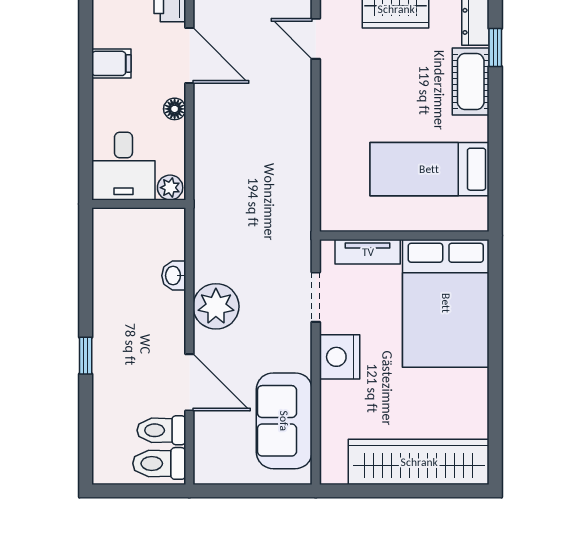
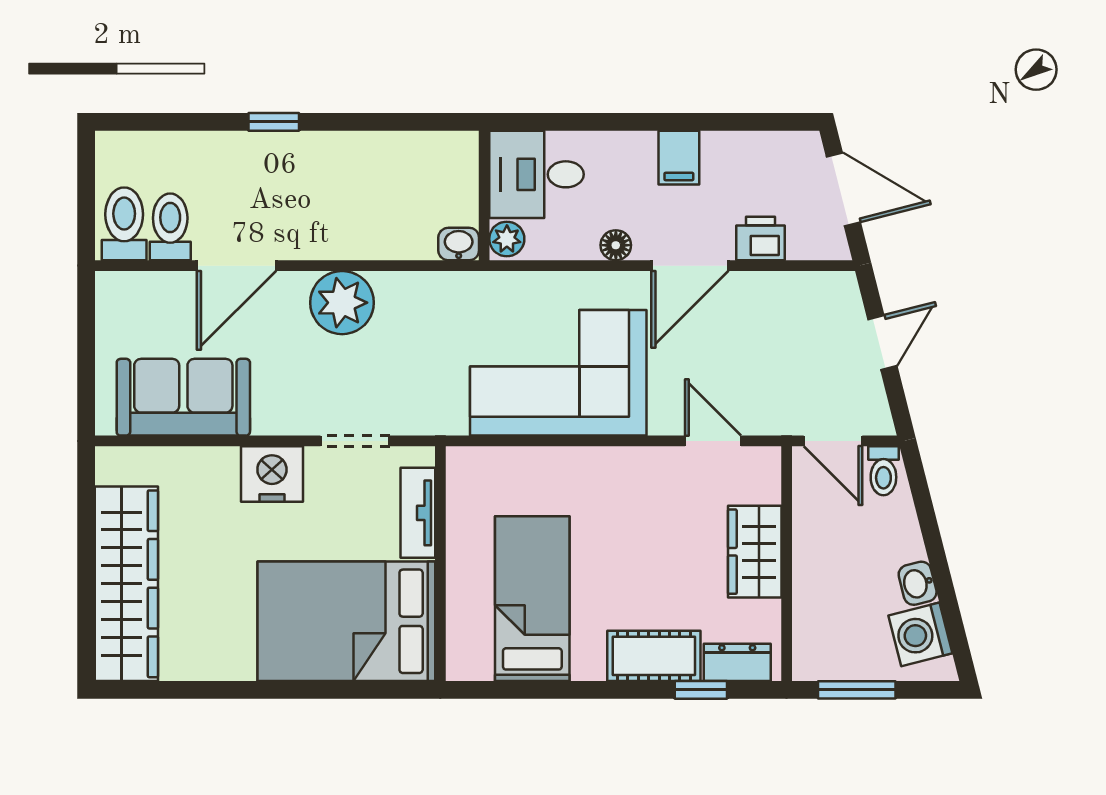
door: (316, 39) -> (713, 441), hinge flipped
corner sofa: (267, 150) -> (558, 373), added
washbasin: (174, 276) -> (459, 244), moved

